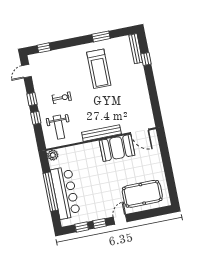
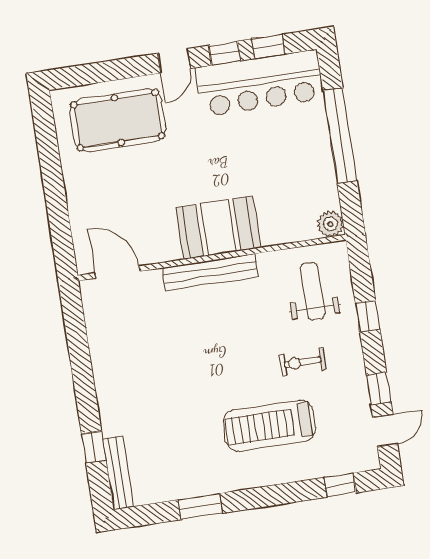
treadmill: (99, 69) -> (269, 425), moved, turned -90
window: (32, 99) -> (379, 389), moved
booth: (117, 148) -> (218, 228), moved
bar counter: (65, 193) -> (260, 83), moved, turned -90

